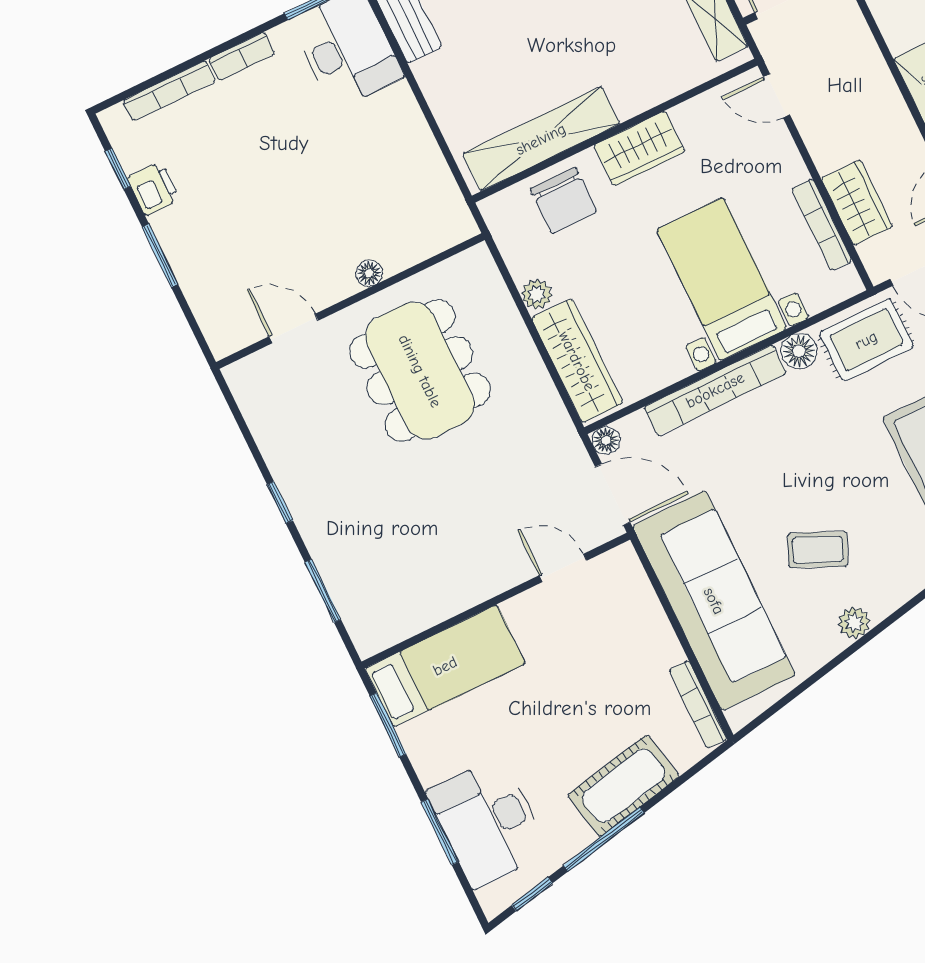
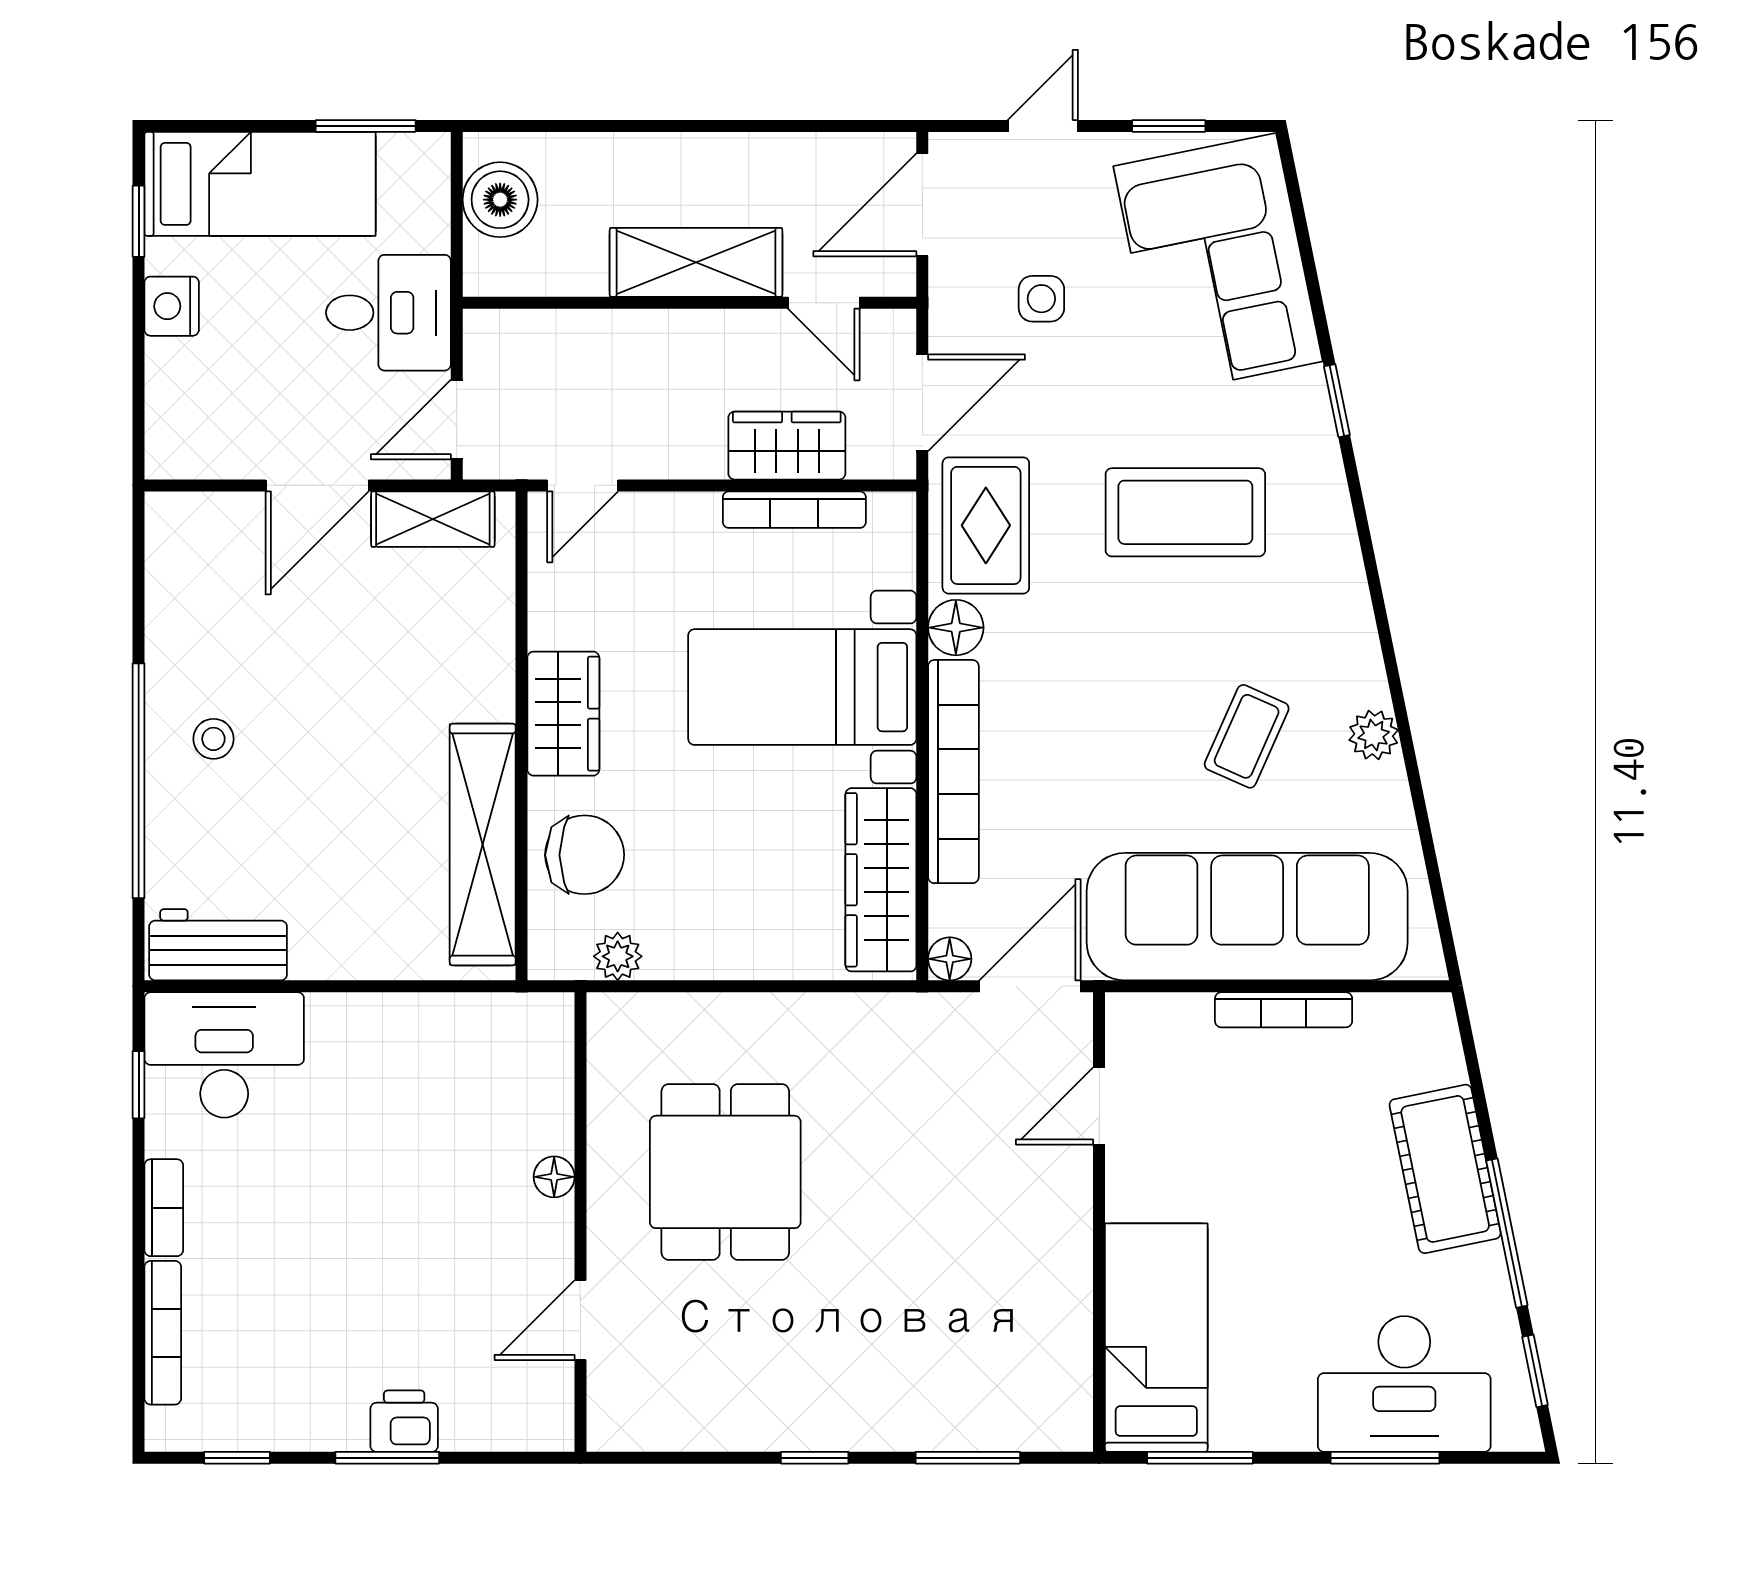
printer: (154, 188) -> (404, 1421), moved
plant: (537, 294) -> (618, 956), moved
wardrobe: (577, 361) -> (881, 880), moved, turned -90
dining table: (420, 371) -> (725, 1172), width x0.73
bookcase: (698, 705) -> (1284, 1010), moved

